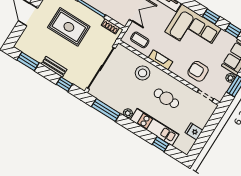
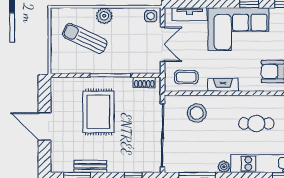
rug: (69, 27) -> (98, 112), turned 90
bench: (54, 67) -> (90, 166), moved
stool: (143, 73) -> (197, 113), moved

